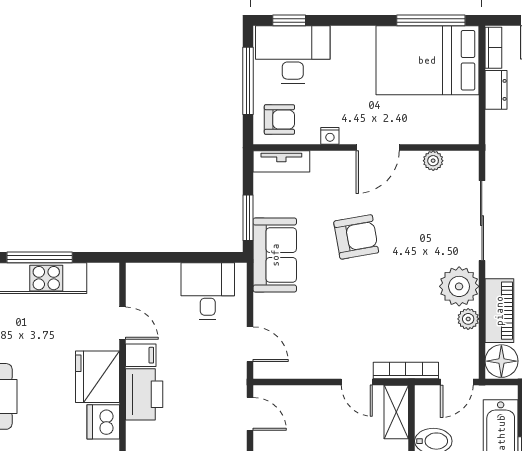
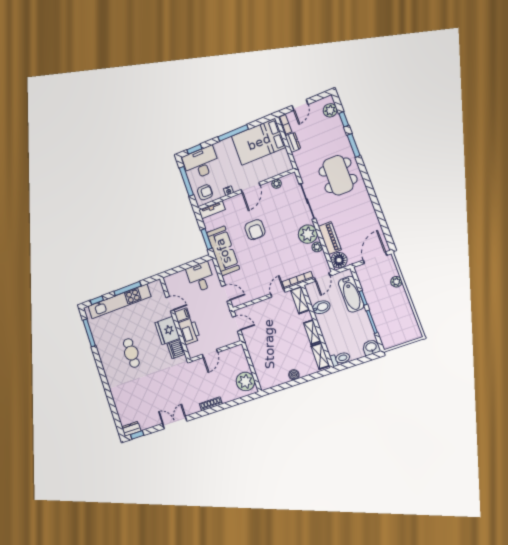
window: (431, 20) -> (233, 133), moved
armchair: (356, 237) -> (255, 230), turned 100
sofa: (275, 255) -> (223, 251), width x1.36
door: (357, 382) -> (278, 293), swing flipped

